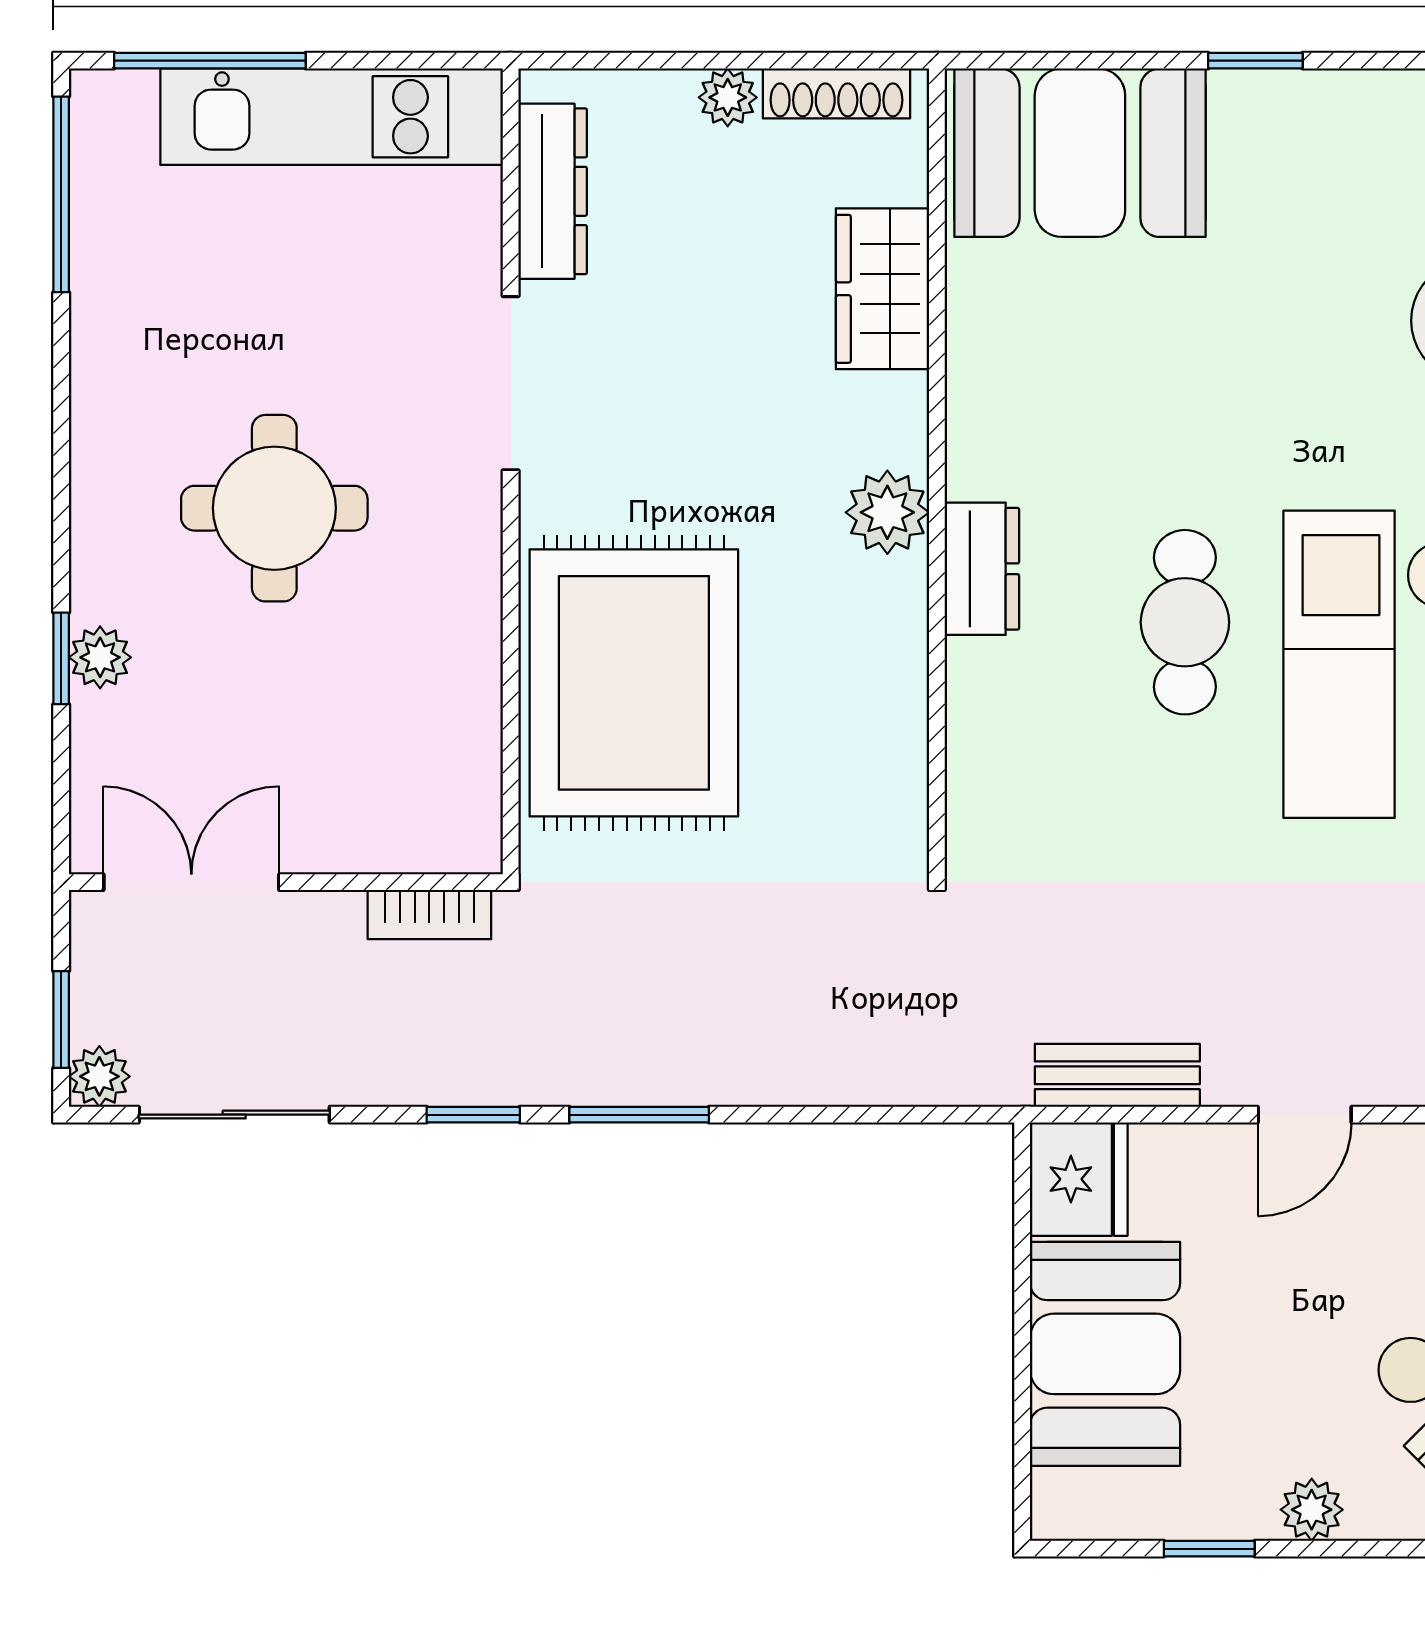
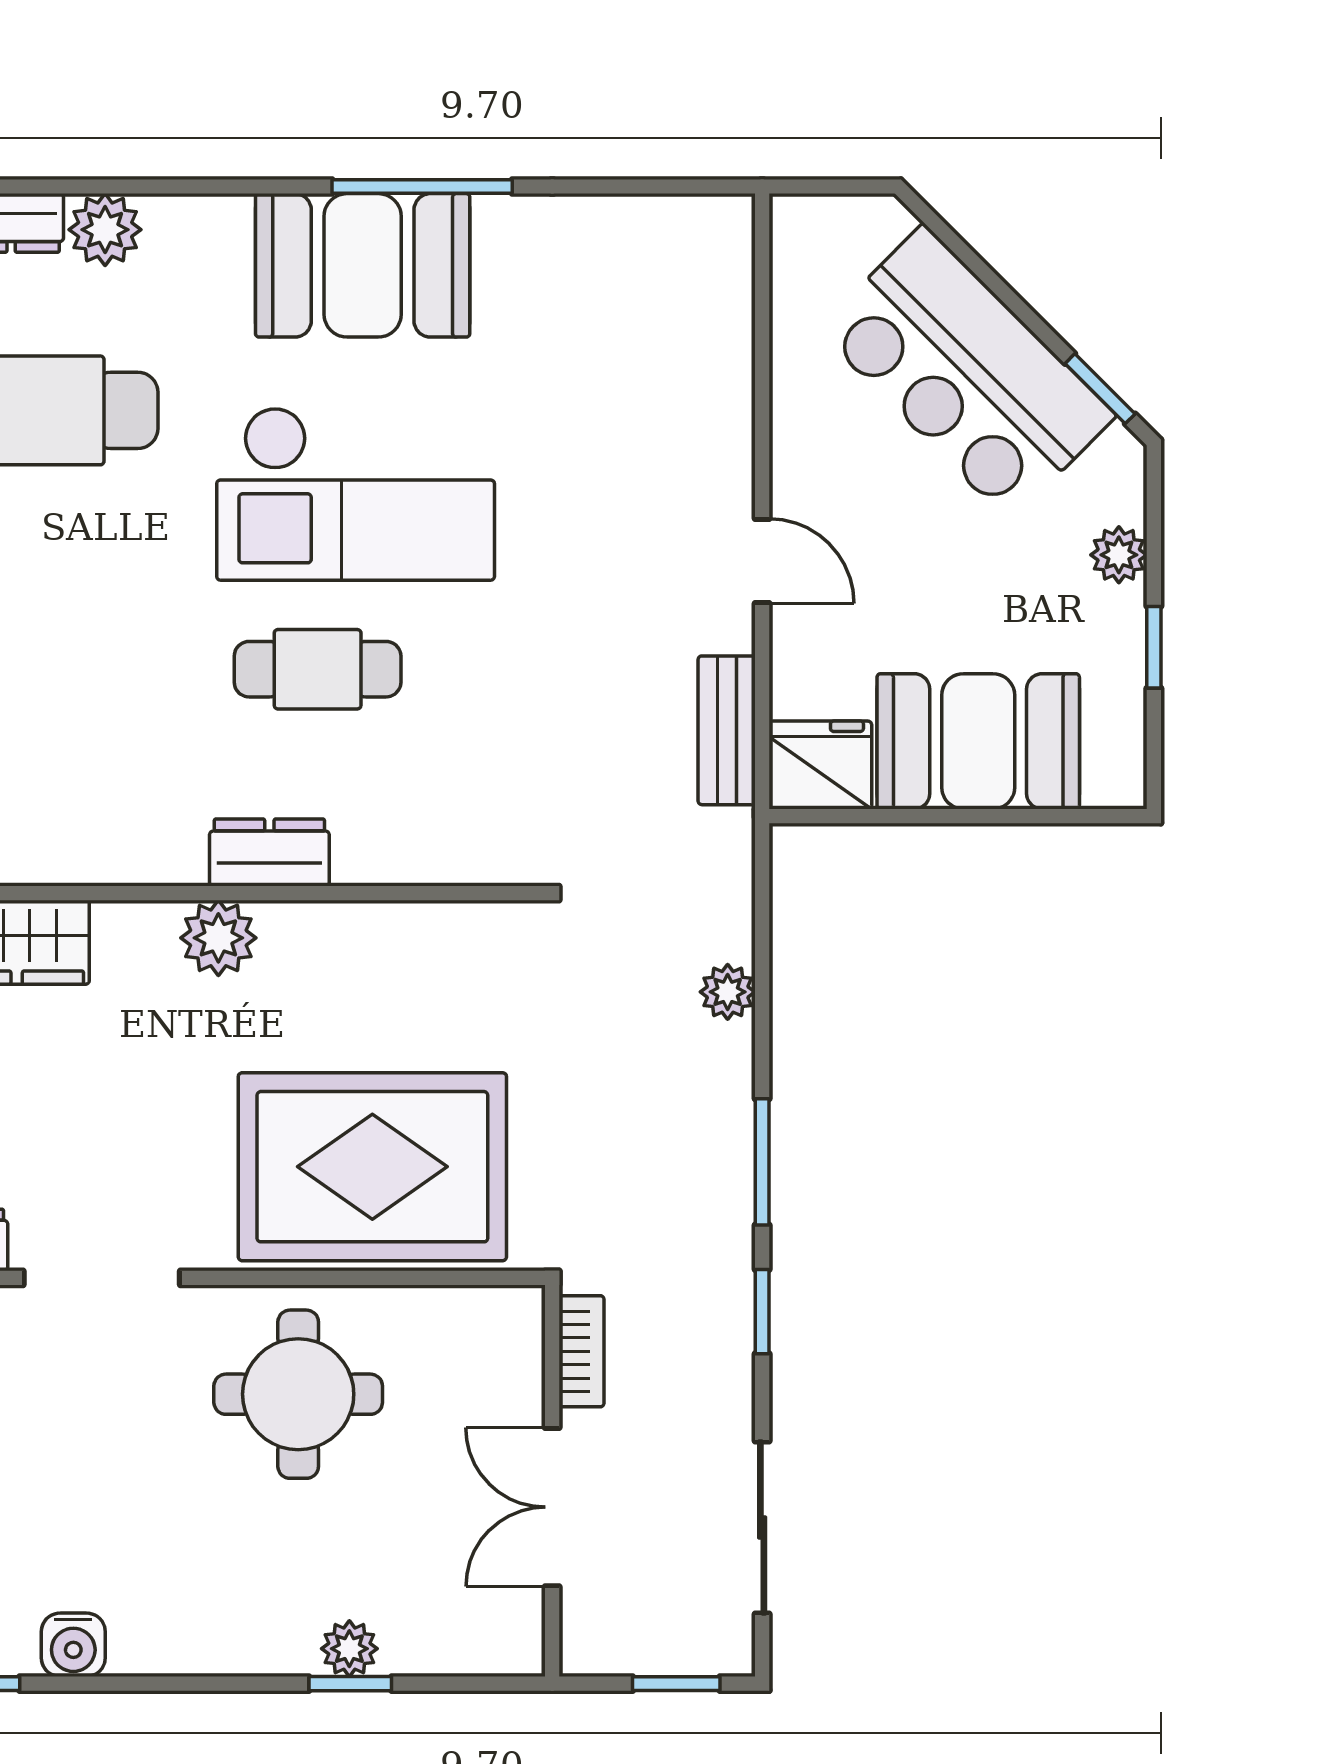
water cooler: (104, 352) -> (73, 1645), added
round table: (274, 508) -> (298, 1394), moved
double door: (191, 882) -> (552, 1507), moved
plant: (99, 1076) -> (728, 992), moved

